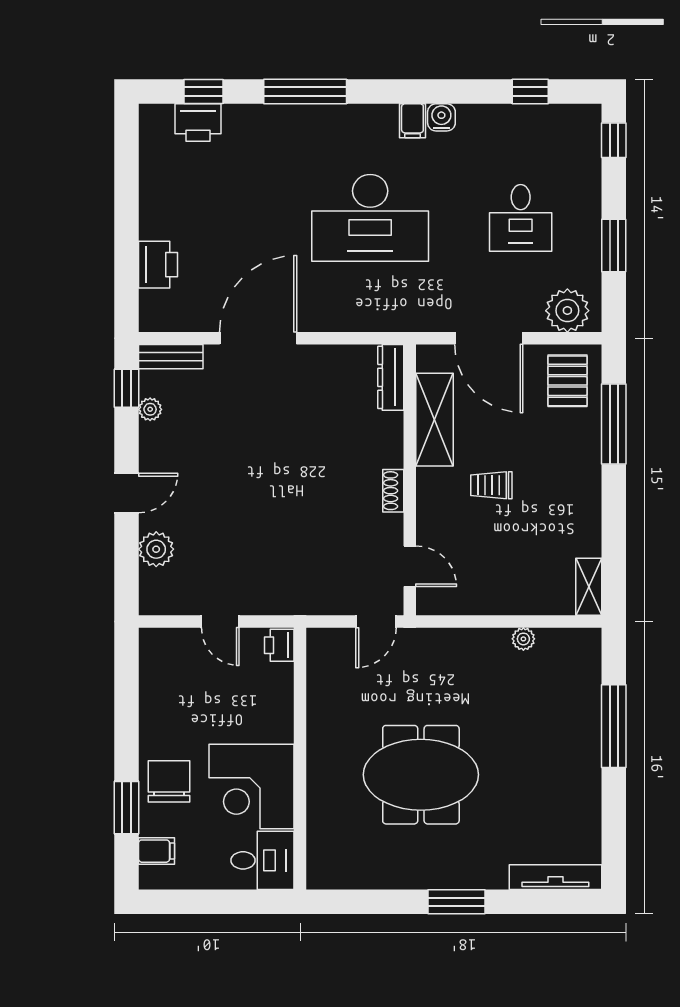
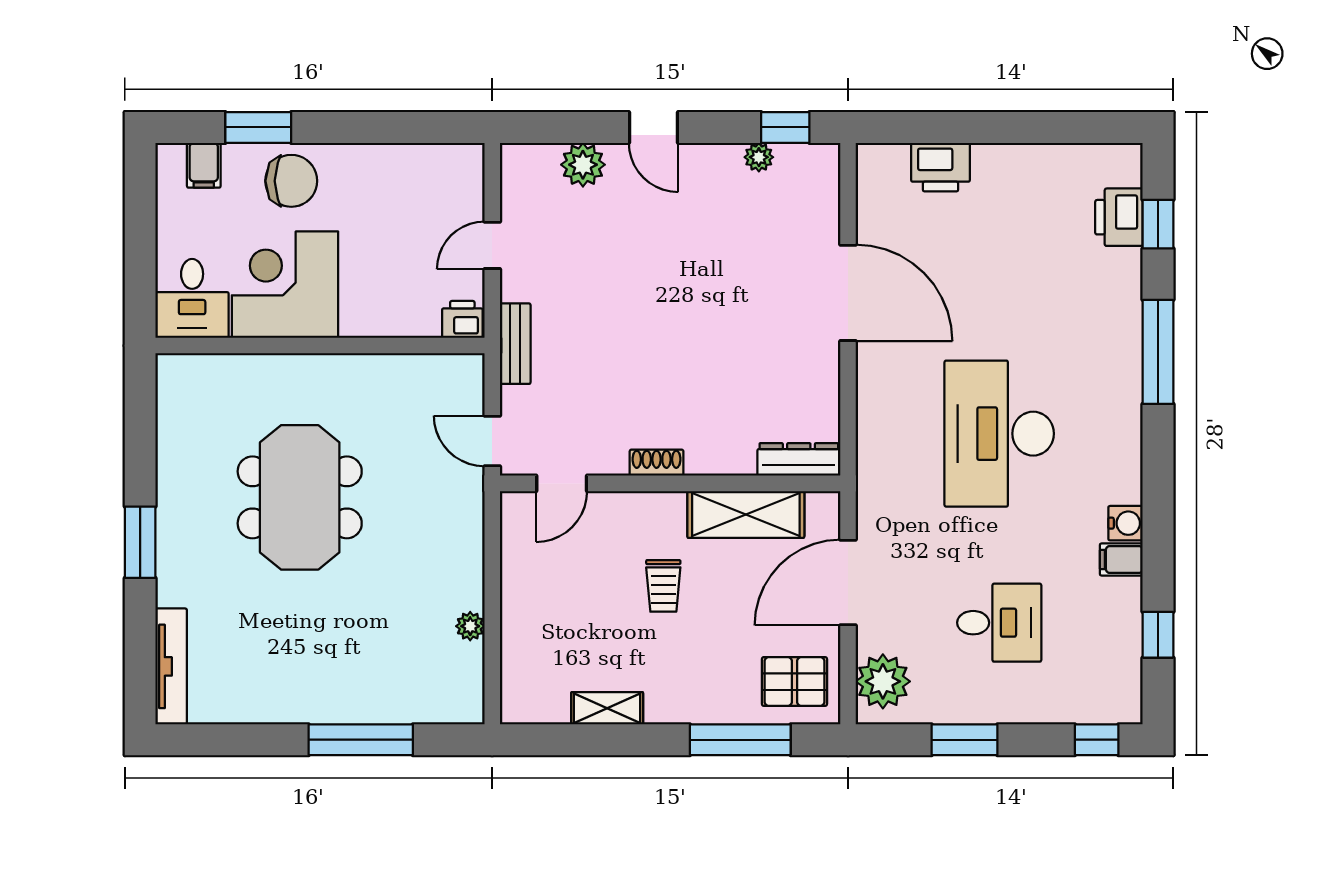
filing cabinet: (412, 121) -> (1121, 560), moved
desk: (521, 218) -> (999, 623), turned 180
bench: (171, 357) -> (515, 344), moved
trolley: (491, 485) -> (663, 586), turned 180
shelving: (589, 587) -> (607, 708), moved

